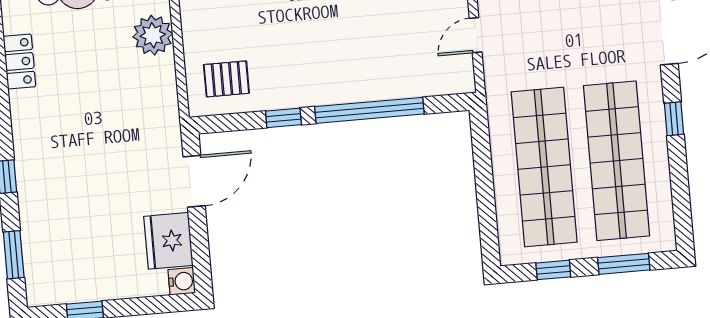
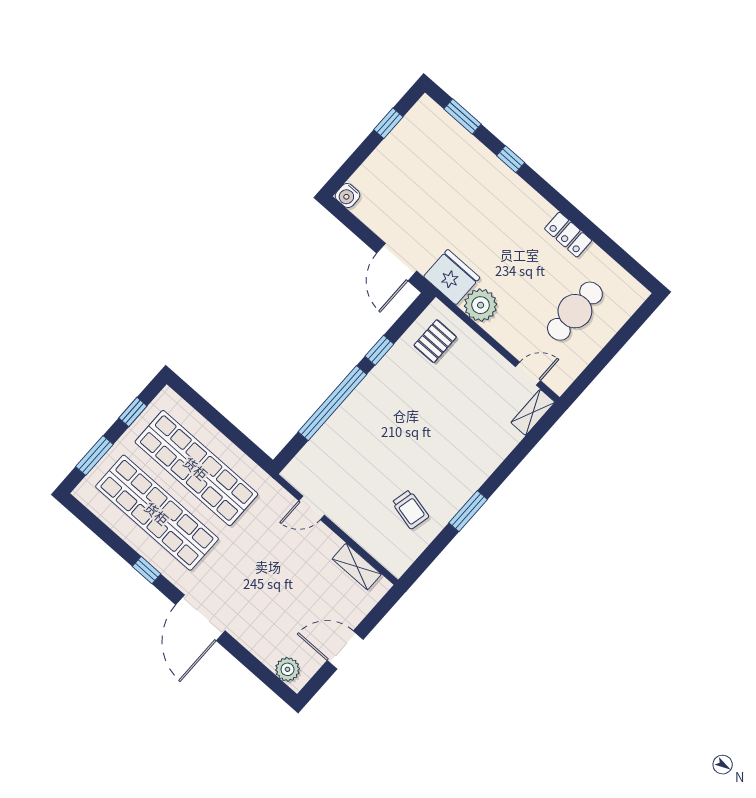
plant: (153, 35) -> (481, 305), moved
door: (476, 35) -> (312, 508), swing flipped
fridge: (168, 241) -> (452, 277), moved

